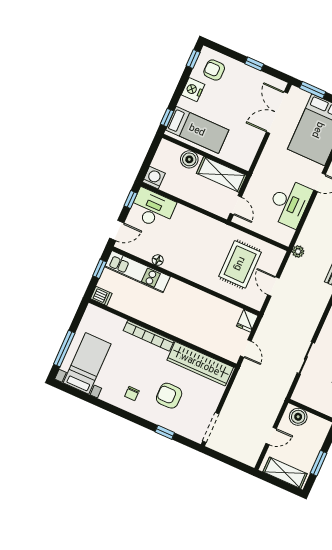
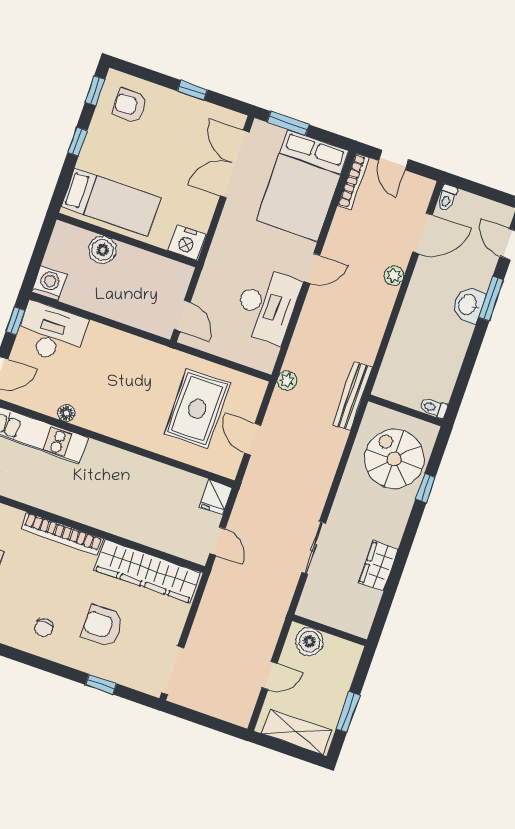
nightstand: (193, 90) -> (187, 243), moved, turned -90
window: (167, 118) -> (77, 142), moved
shelving: (221, 174) -> (156, 269), removed

